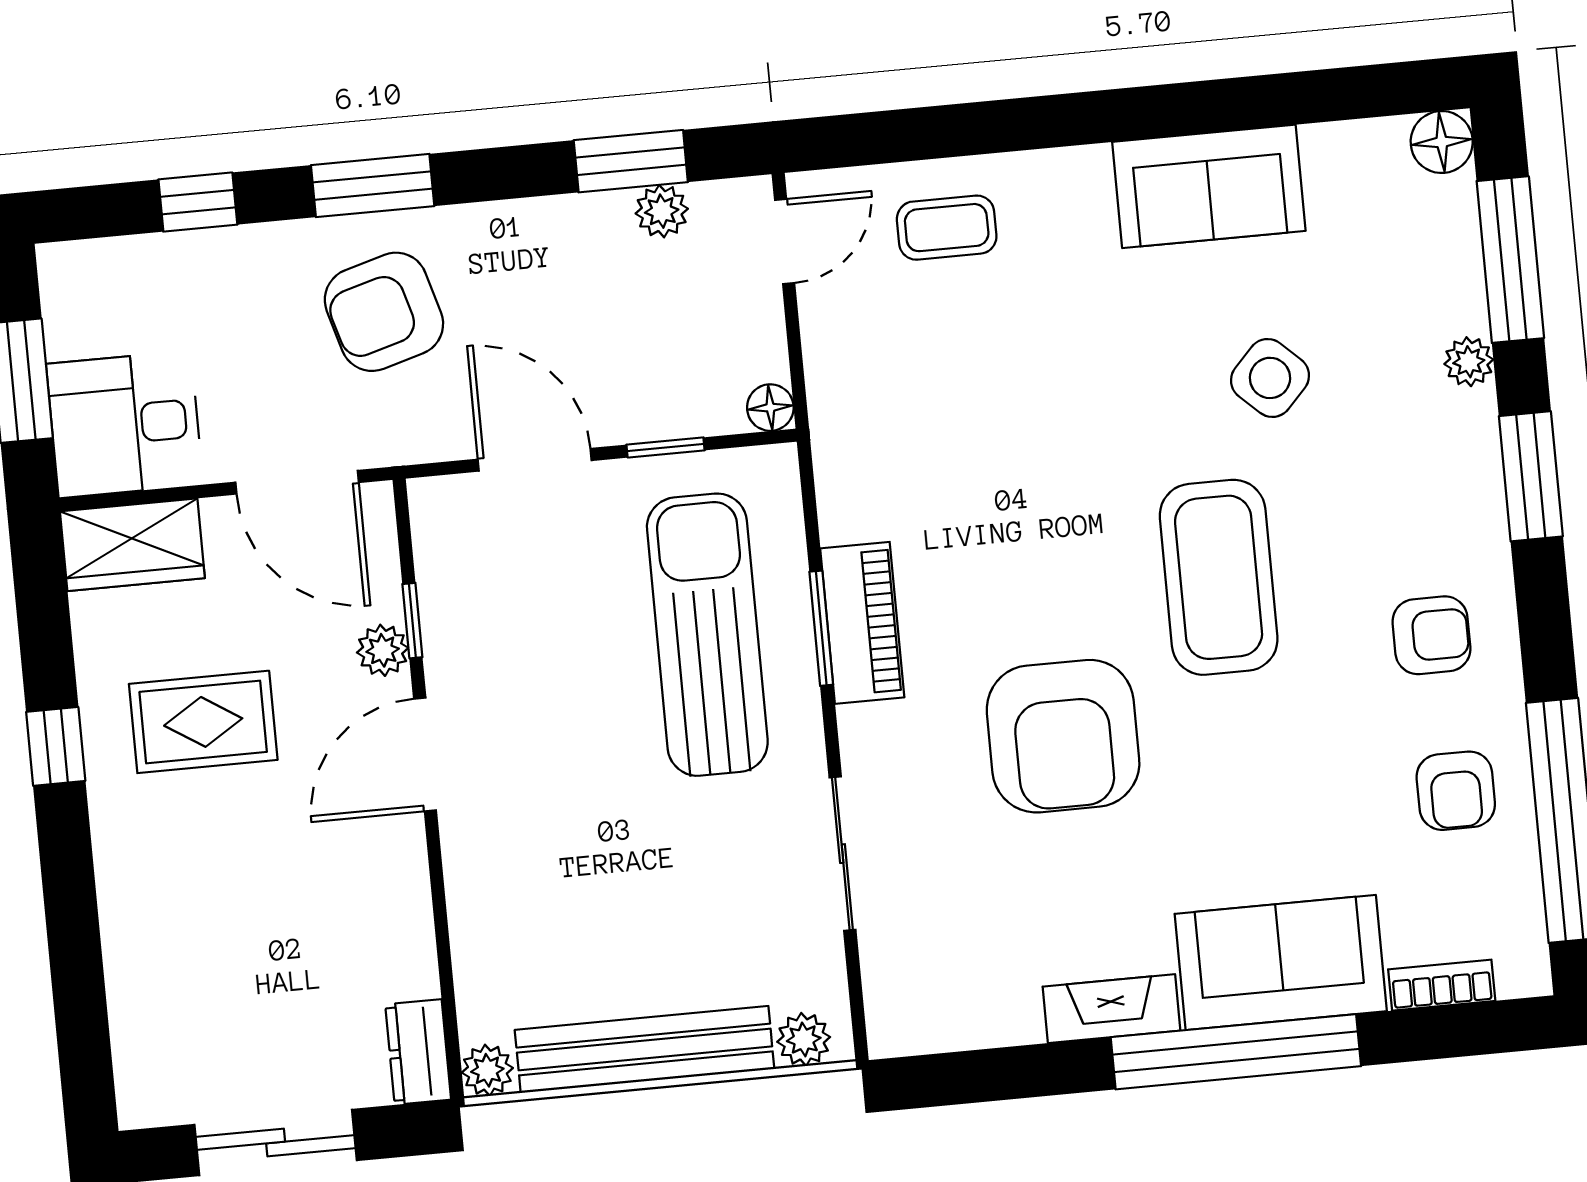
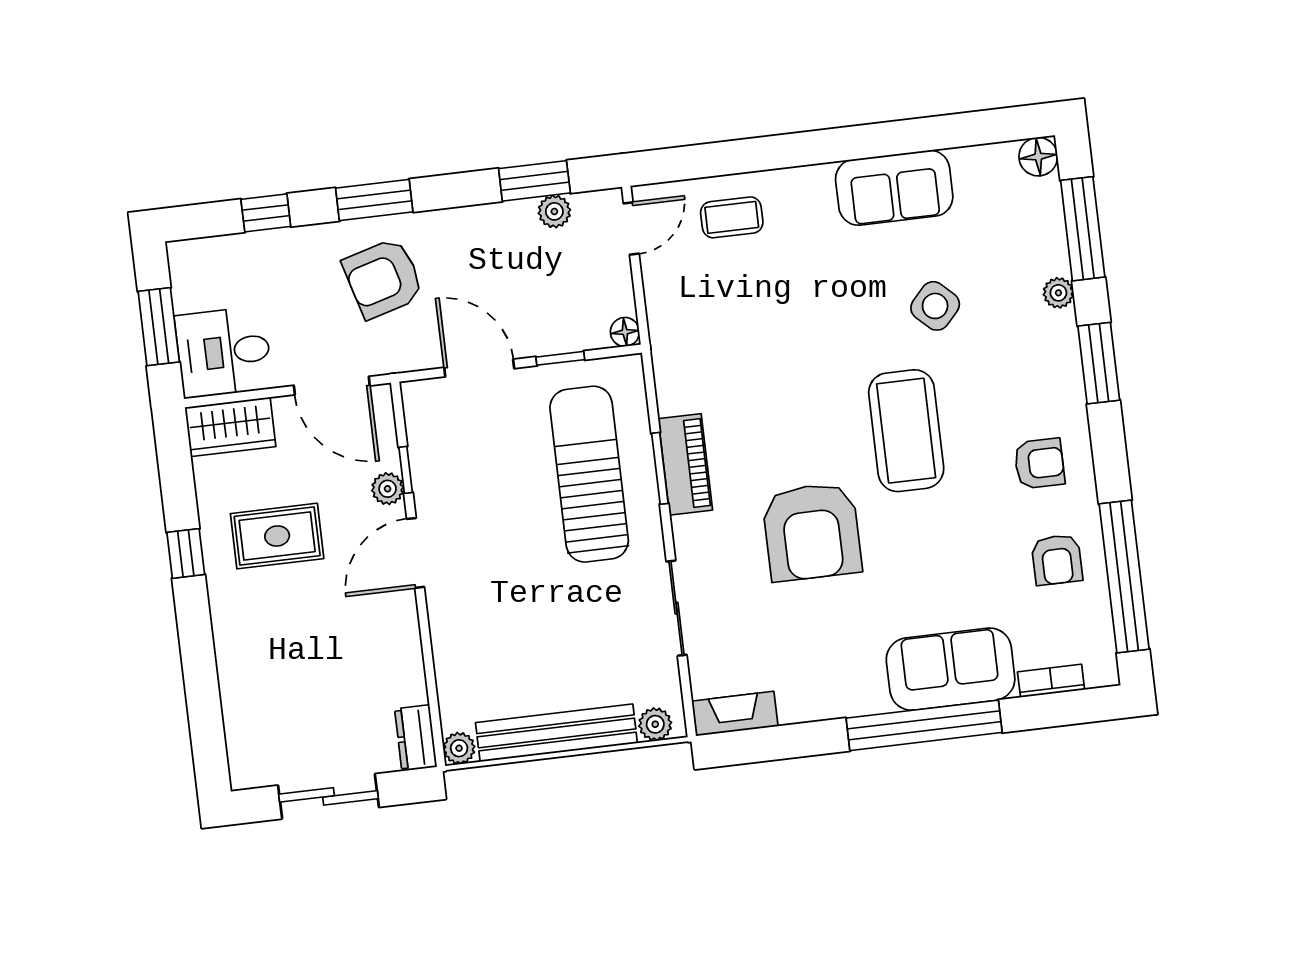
fireplace: (1111, 1009) -> (735, 714), moved

